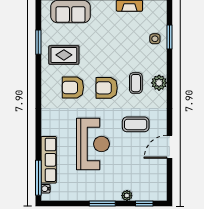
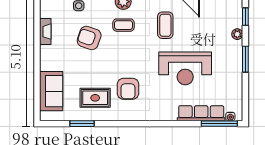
rug: (64, 55) -> (95, 98), turned 90
armchair: (107, 88) -> (89, 38), moved, turned 109
reception desk: (93, 144) -> (185, 68), turned 180

